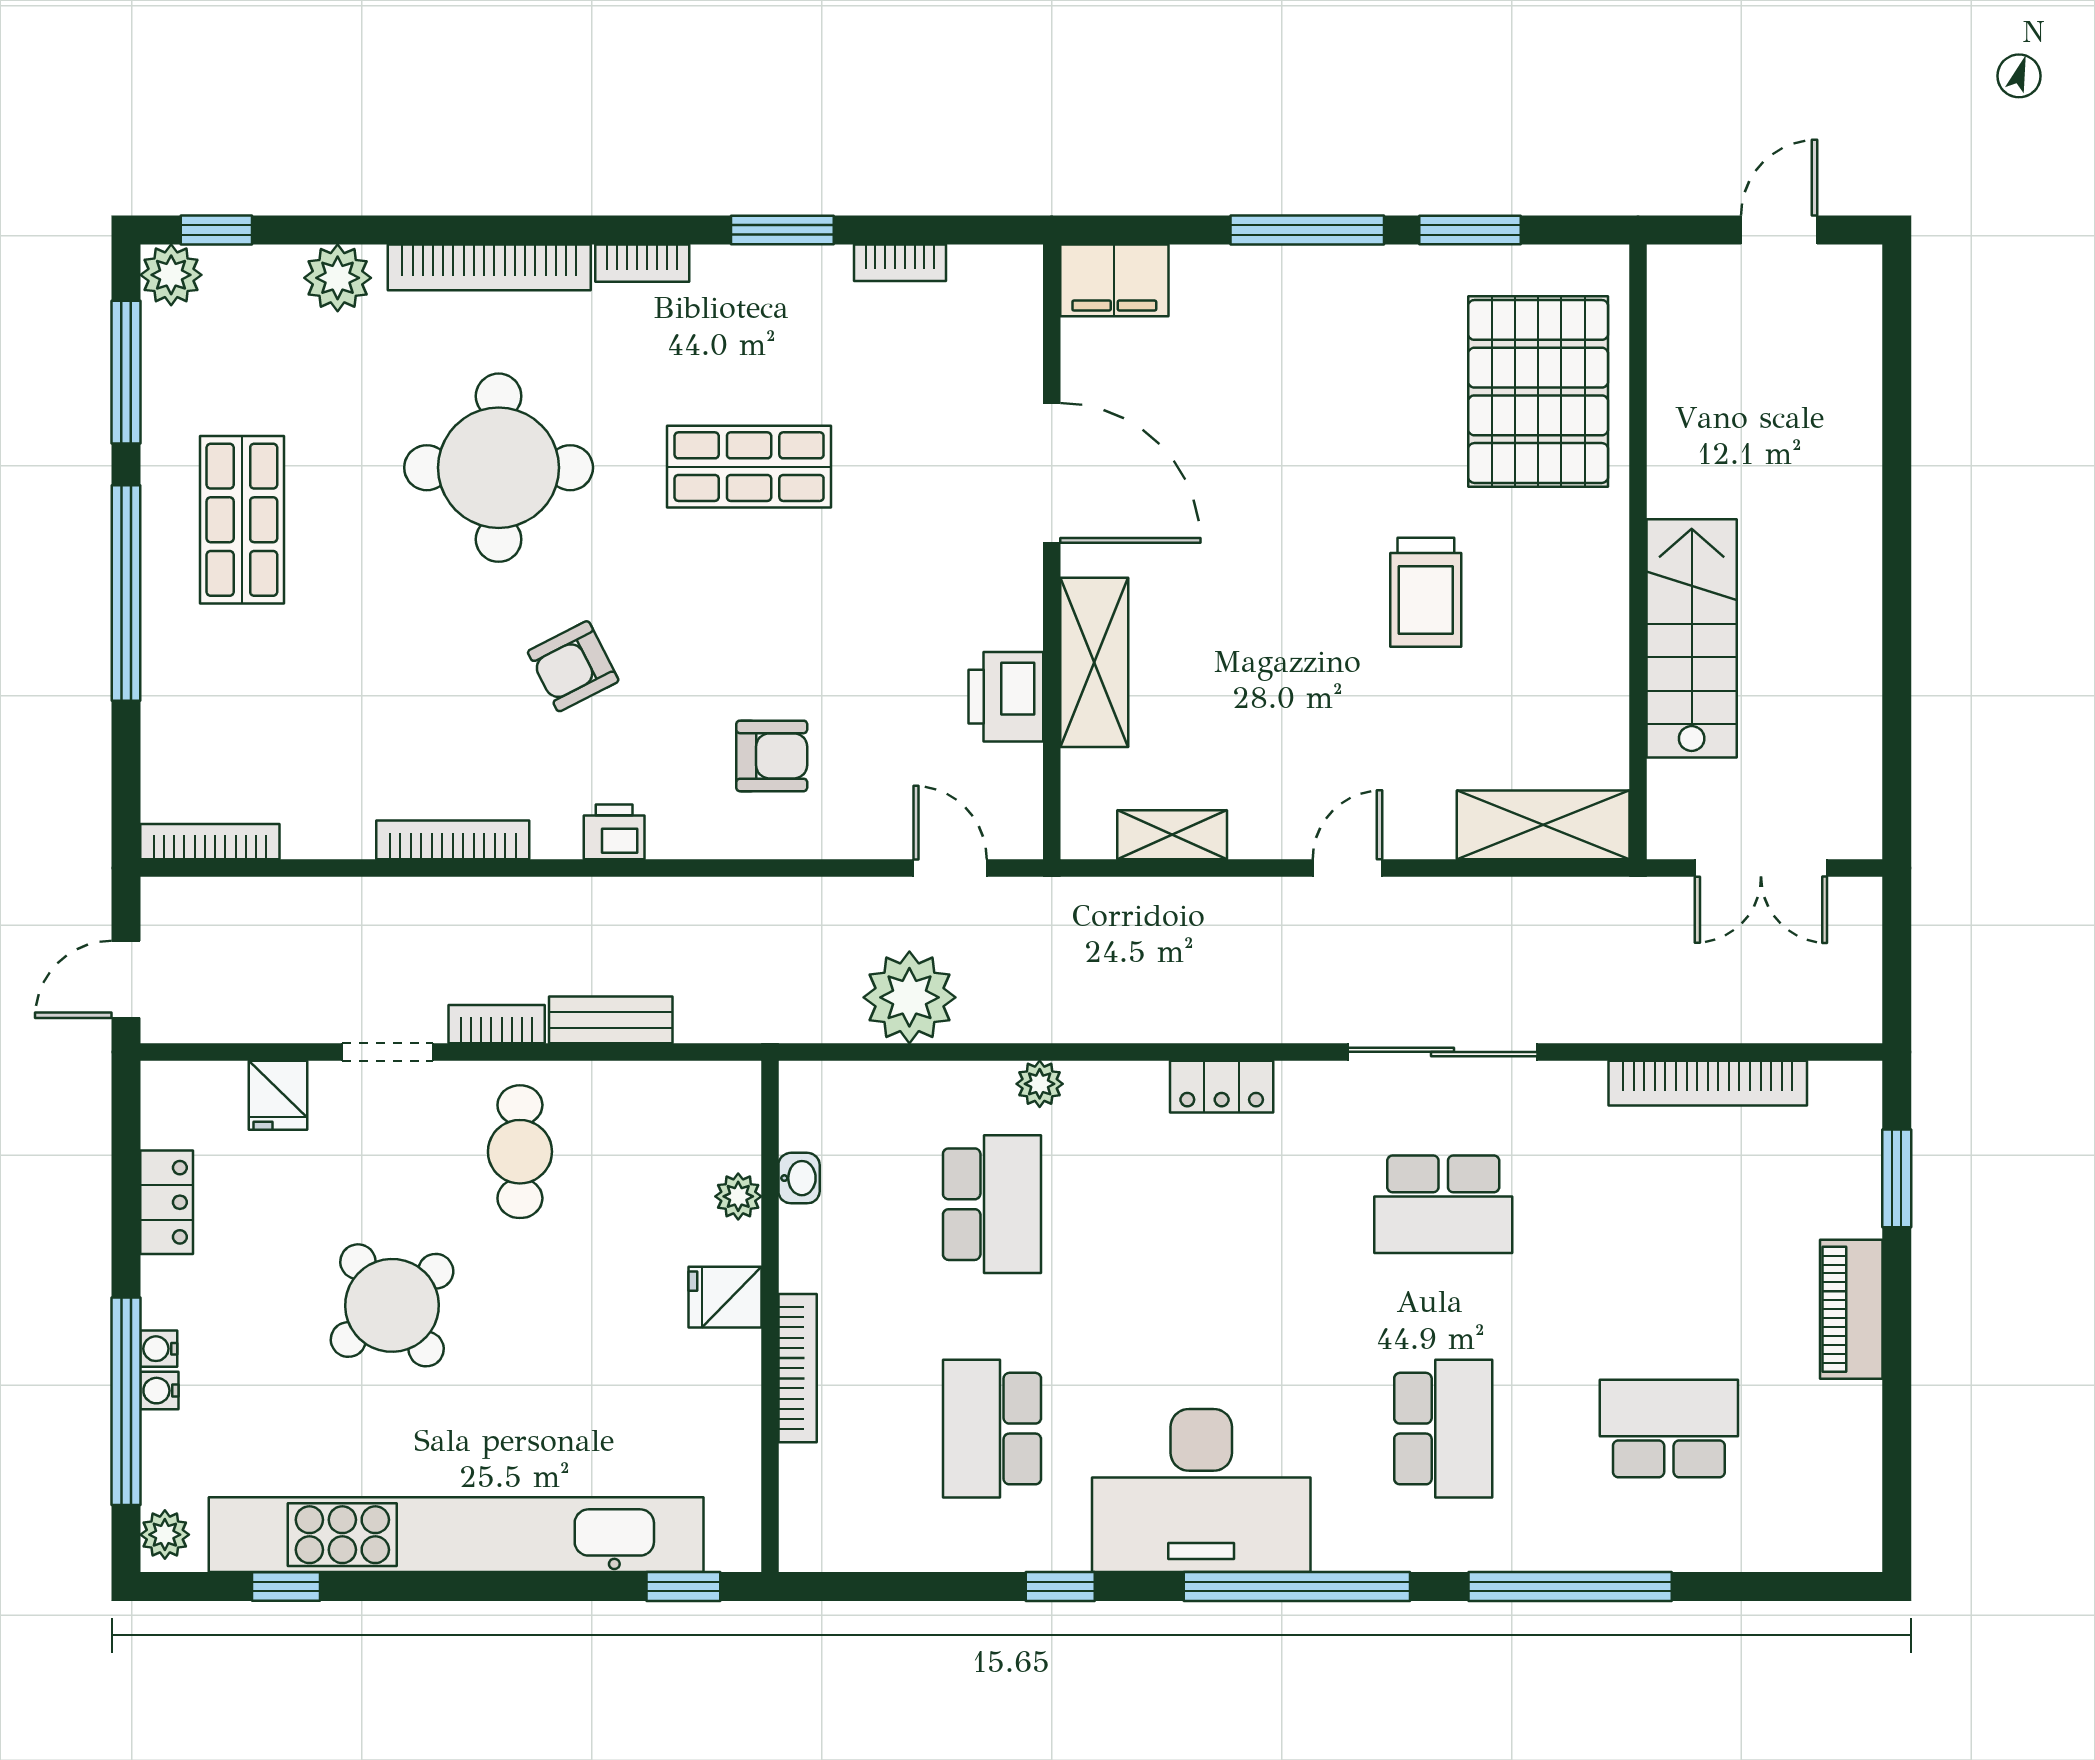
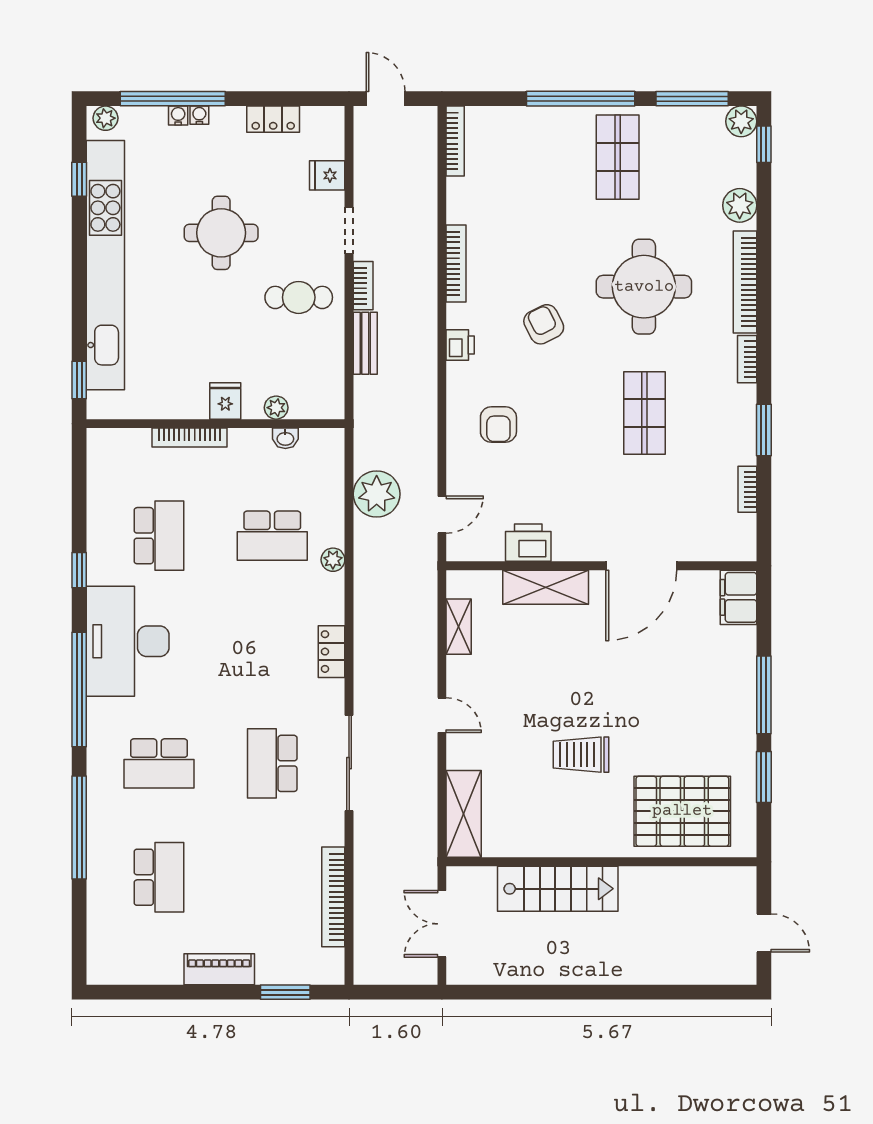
shop shelf: (242, 520) -> (618, 157), turned 90
round table: (392, 1305) -> (221, 233), turned 38
school desk: (992, 1429) -> (159, 536), turned 90

